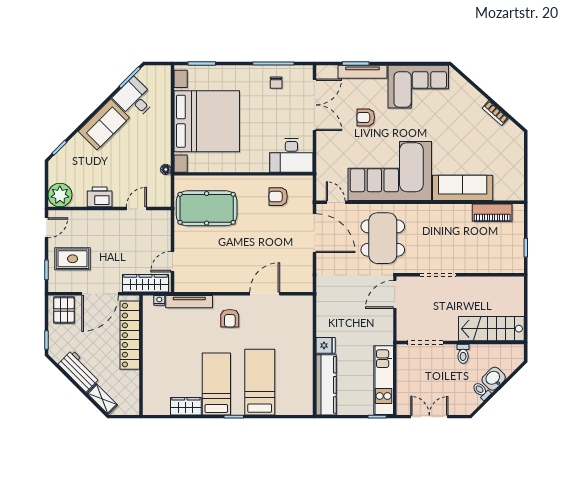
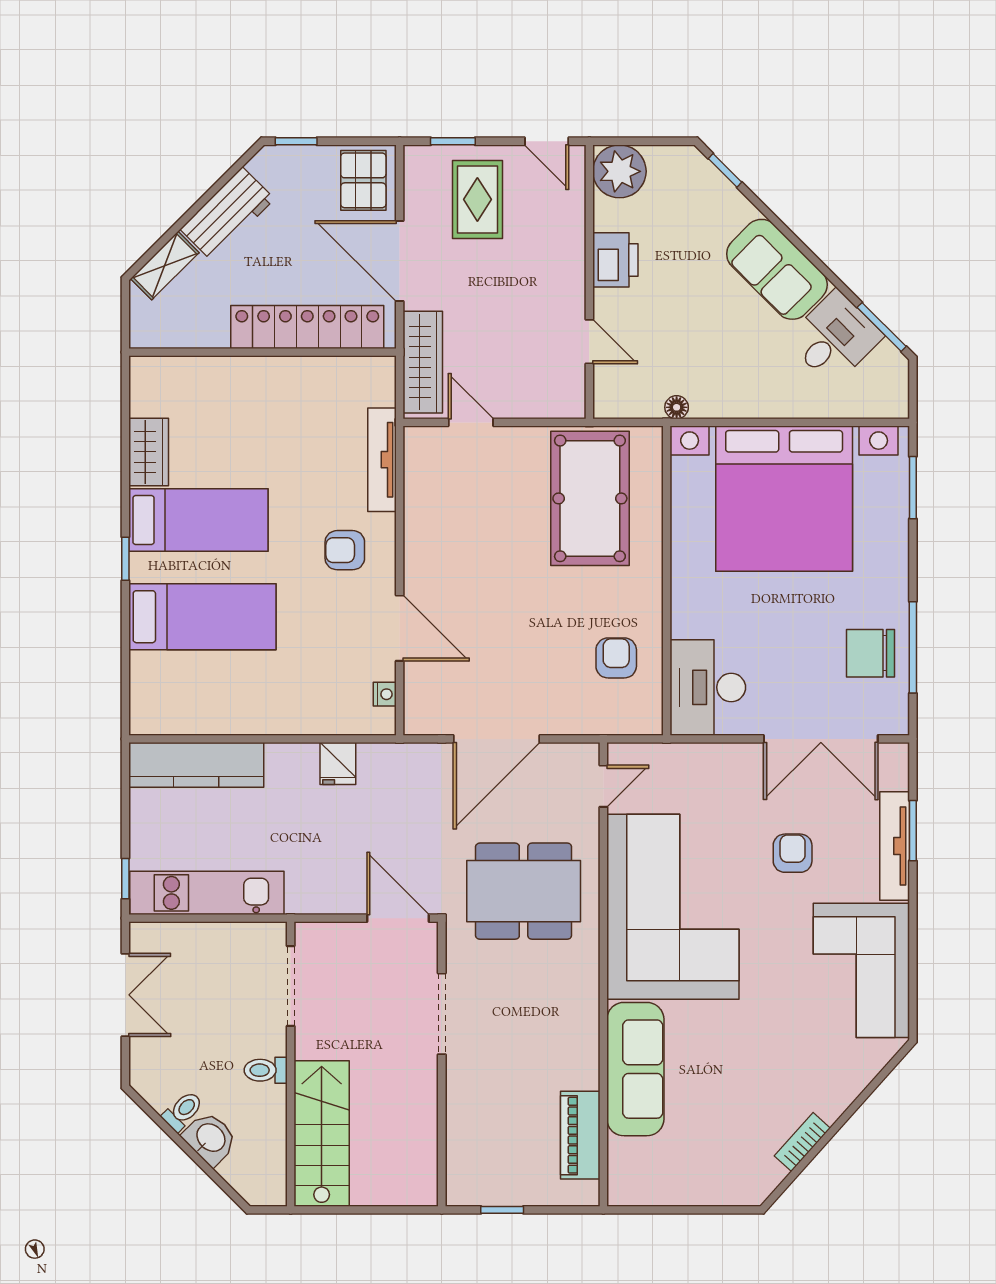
chair: (276, 83) -> (870, 653), width x1.87, depth x1.87
door: (314, 233) -> (497, 739), moved
nightstand: (159, 300) -> (385, 694), moved
pallet: (64, 310) -> (363, 180), turned 90
fridge: (326, 345) -> (338, 764), moved

